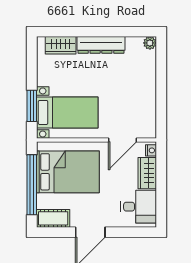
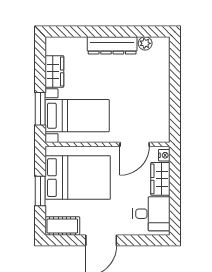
plant: (150, 43) -> (145, 43), moved
wardrobe: (61, 45) -> (54, 71), moved, turned -90
window: (32, 185) -> (40, 191), width x0.47

